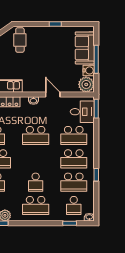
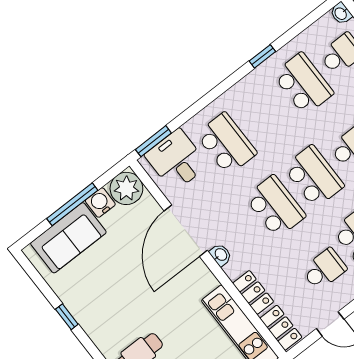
door: (53, 94) -> (186, 231), width x1.87
school desk: (74, 159) -> (314, 177), moved

